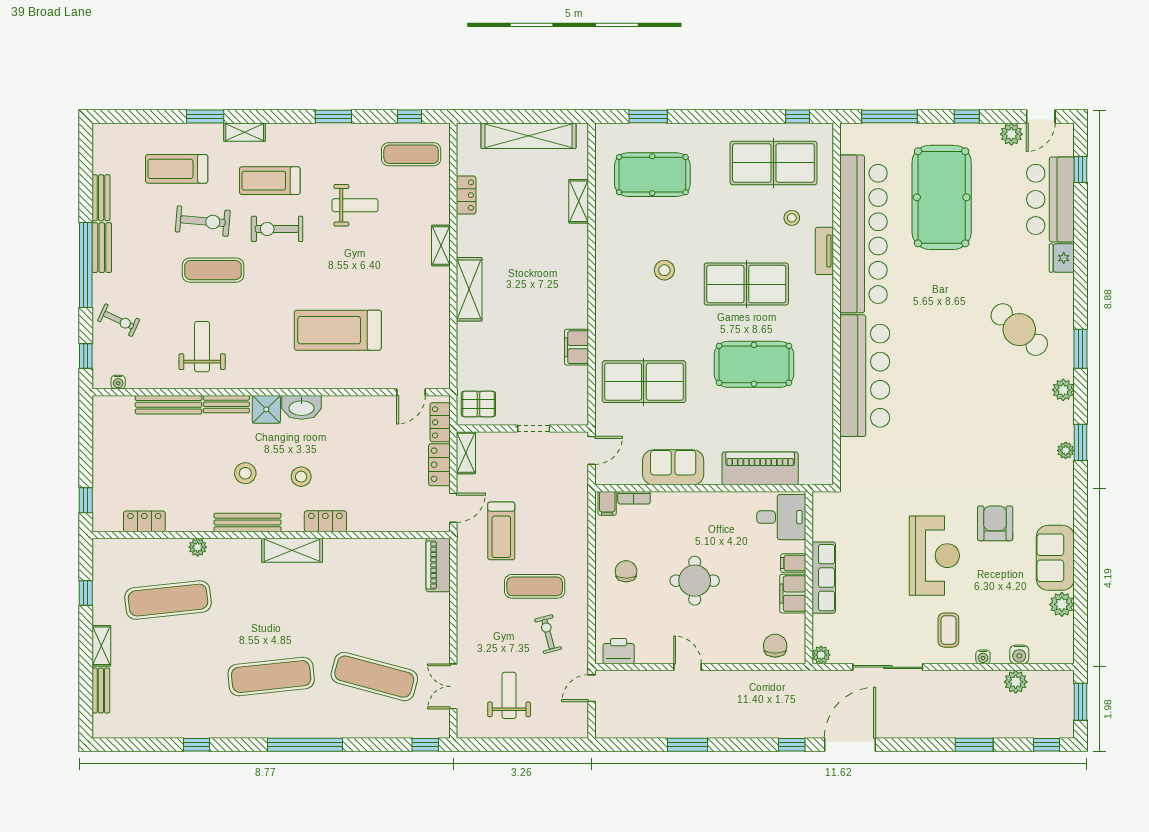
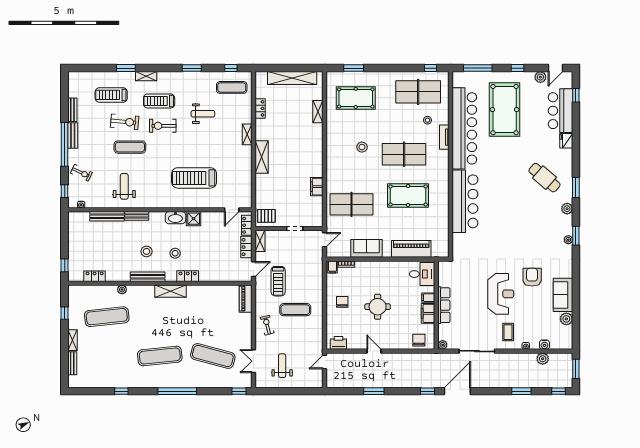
shower: (266, 409) -> (194, 219), moved
exercise bike: (548, 634) -> (267, 325), moved

